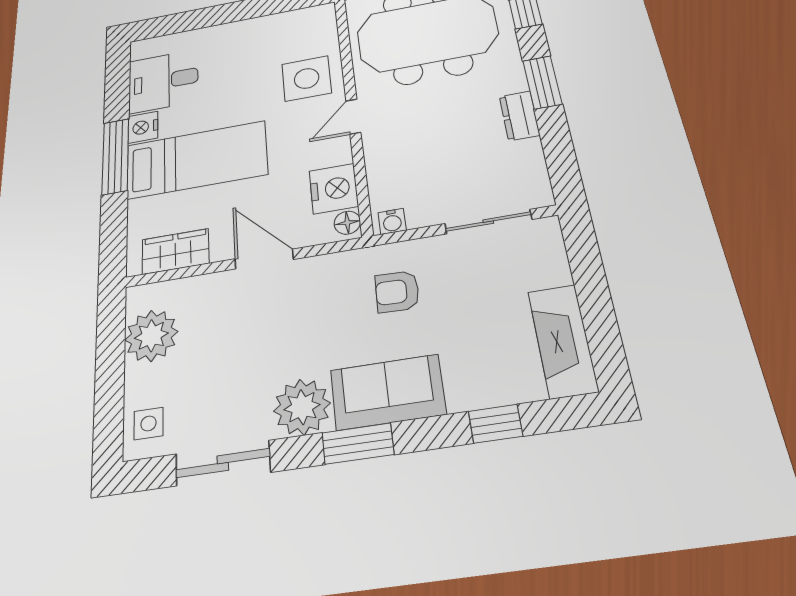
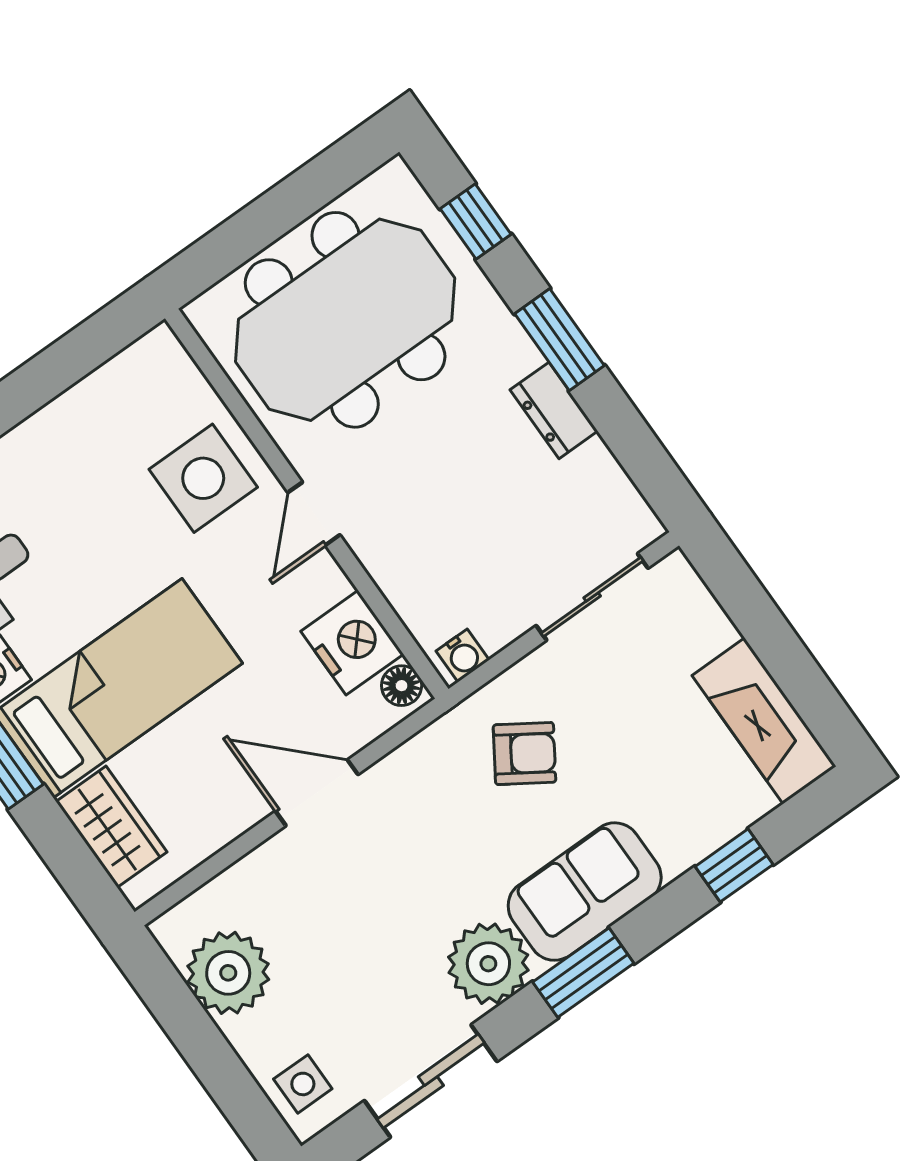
wardrobe: (176, 251) -> (111, 827), moved, turned 90
armchair: (397, 292) -> (524, 754), turned -149

